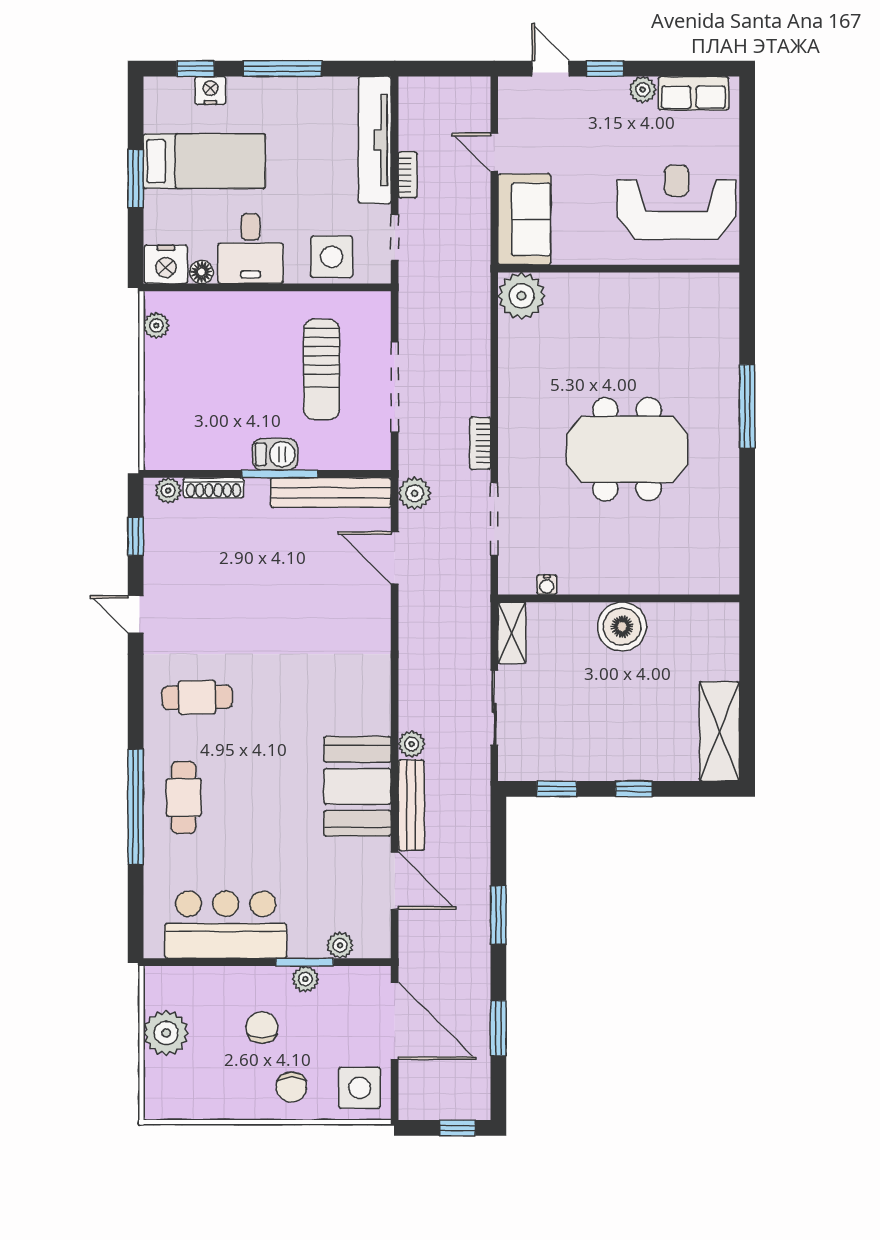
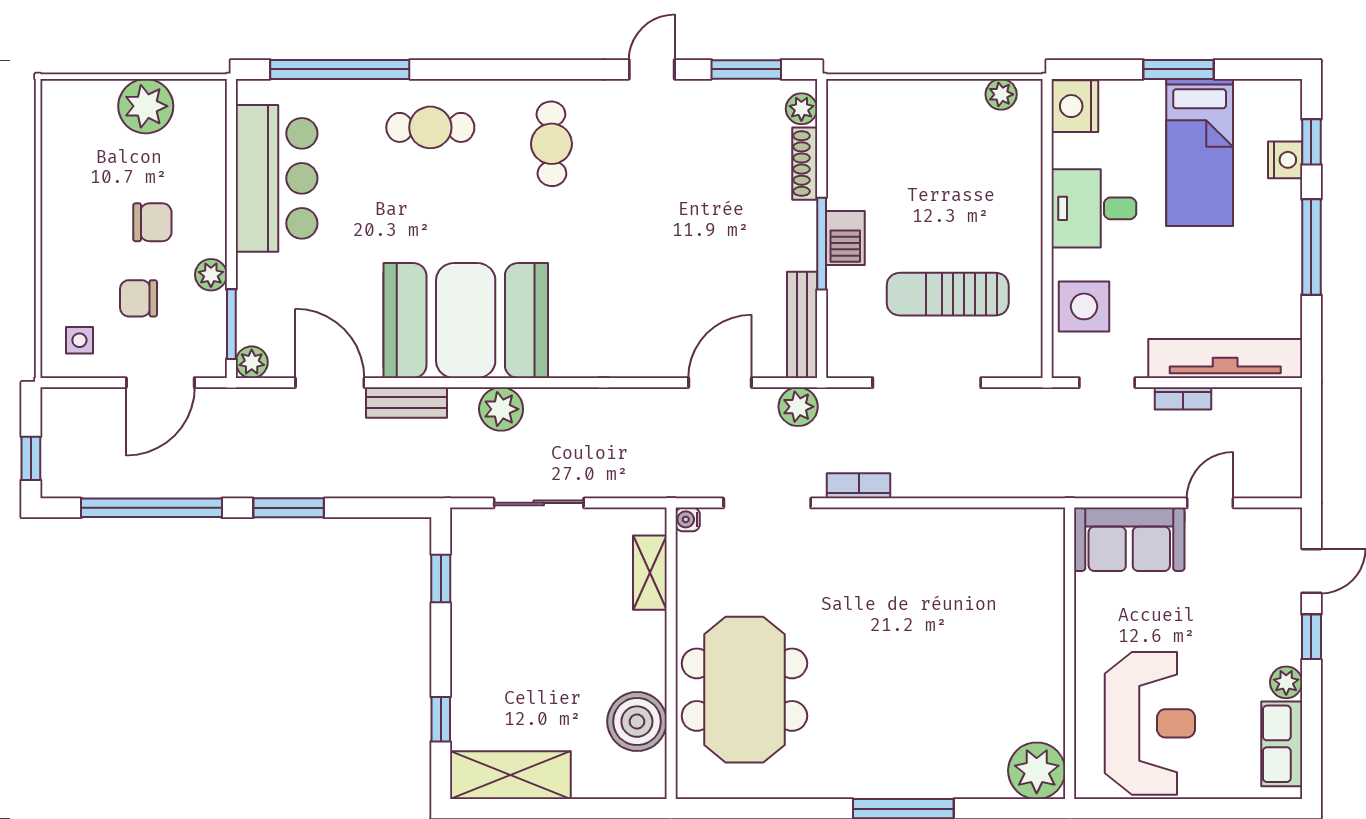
floor lamp: (201, 272) -> (1066, 149), removed
plant: (522, 296) -> (1037, 771), moved
meeting table: (627, 449) -> (744, 690), moved
bench: (331, 493) -> (802, 325), width x0.73, depth x0.82
window: (136, 536) -> (746, 69), width x1.50
water cooler: (547, 585) -> (688, 519), moved
boiler: (622, 627) -> (637, 722), moved
shelving: (512, 633) -> (650, 573), moved, turned 90
plant: (412, 744) -> (501, 409), width x1.38, depth x1.38
booth: (358, 786) -> (466, 321), width x1.36, depth x1.42
window: (634, 789) -> (441, 719), moved
bench: (411, 805) -> (406, 403), width x0.73
window: (136, 807) -> (340, 69), moved
door: (395, 881) -> (330, 383), swing flipped
plant: (340, 945) -> (252, 362), moved
window: (305, 962) -> (231, 324), moved
door: (395, 1021) -> (160, 383), width x0.73
window: (498, 1028) -> (151, 508), width x2.11
chair: (291, 1087) -> (139, 298), moved
side table: (360, 1088) -> (79, 340), width x0.54, depth x0.54

